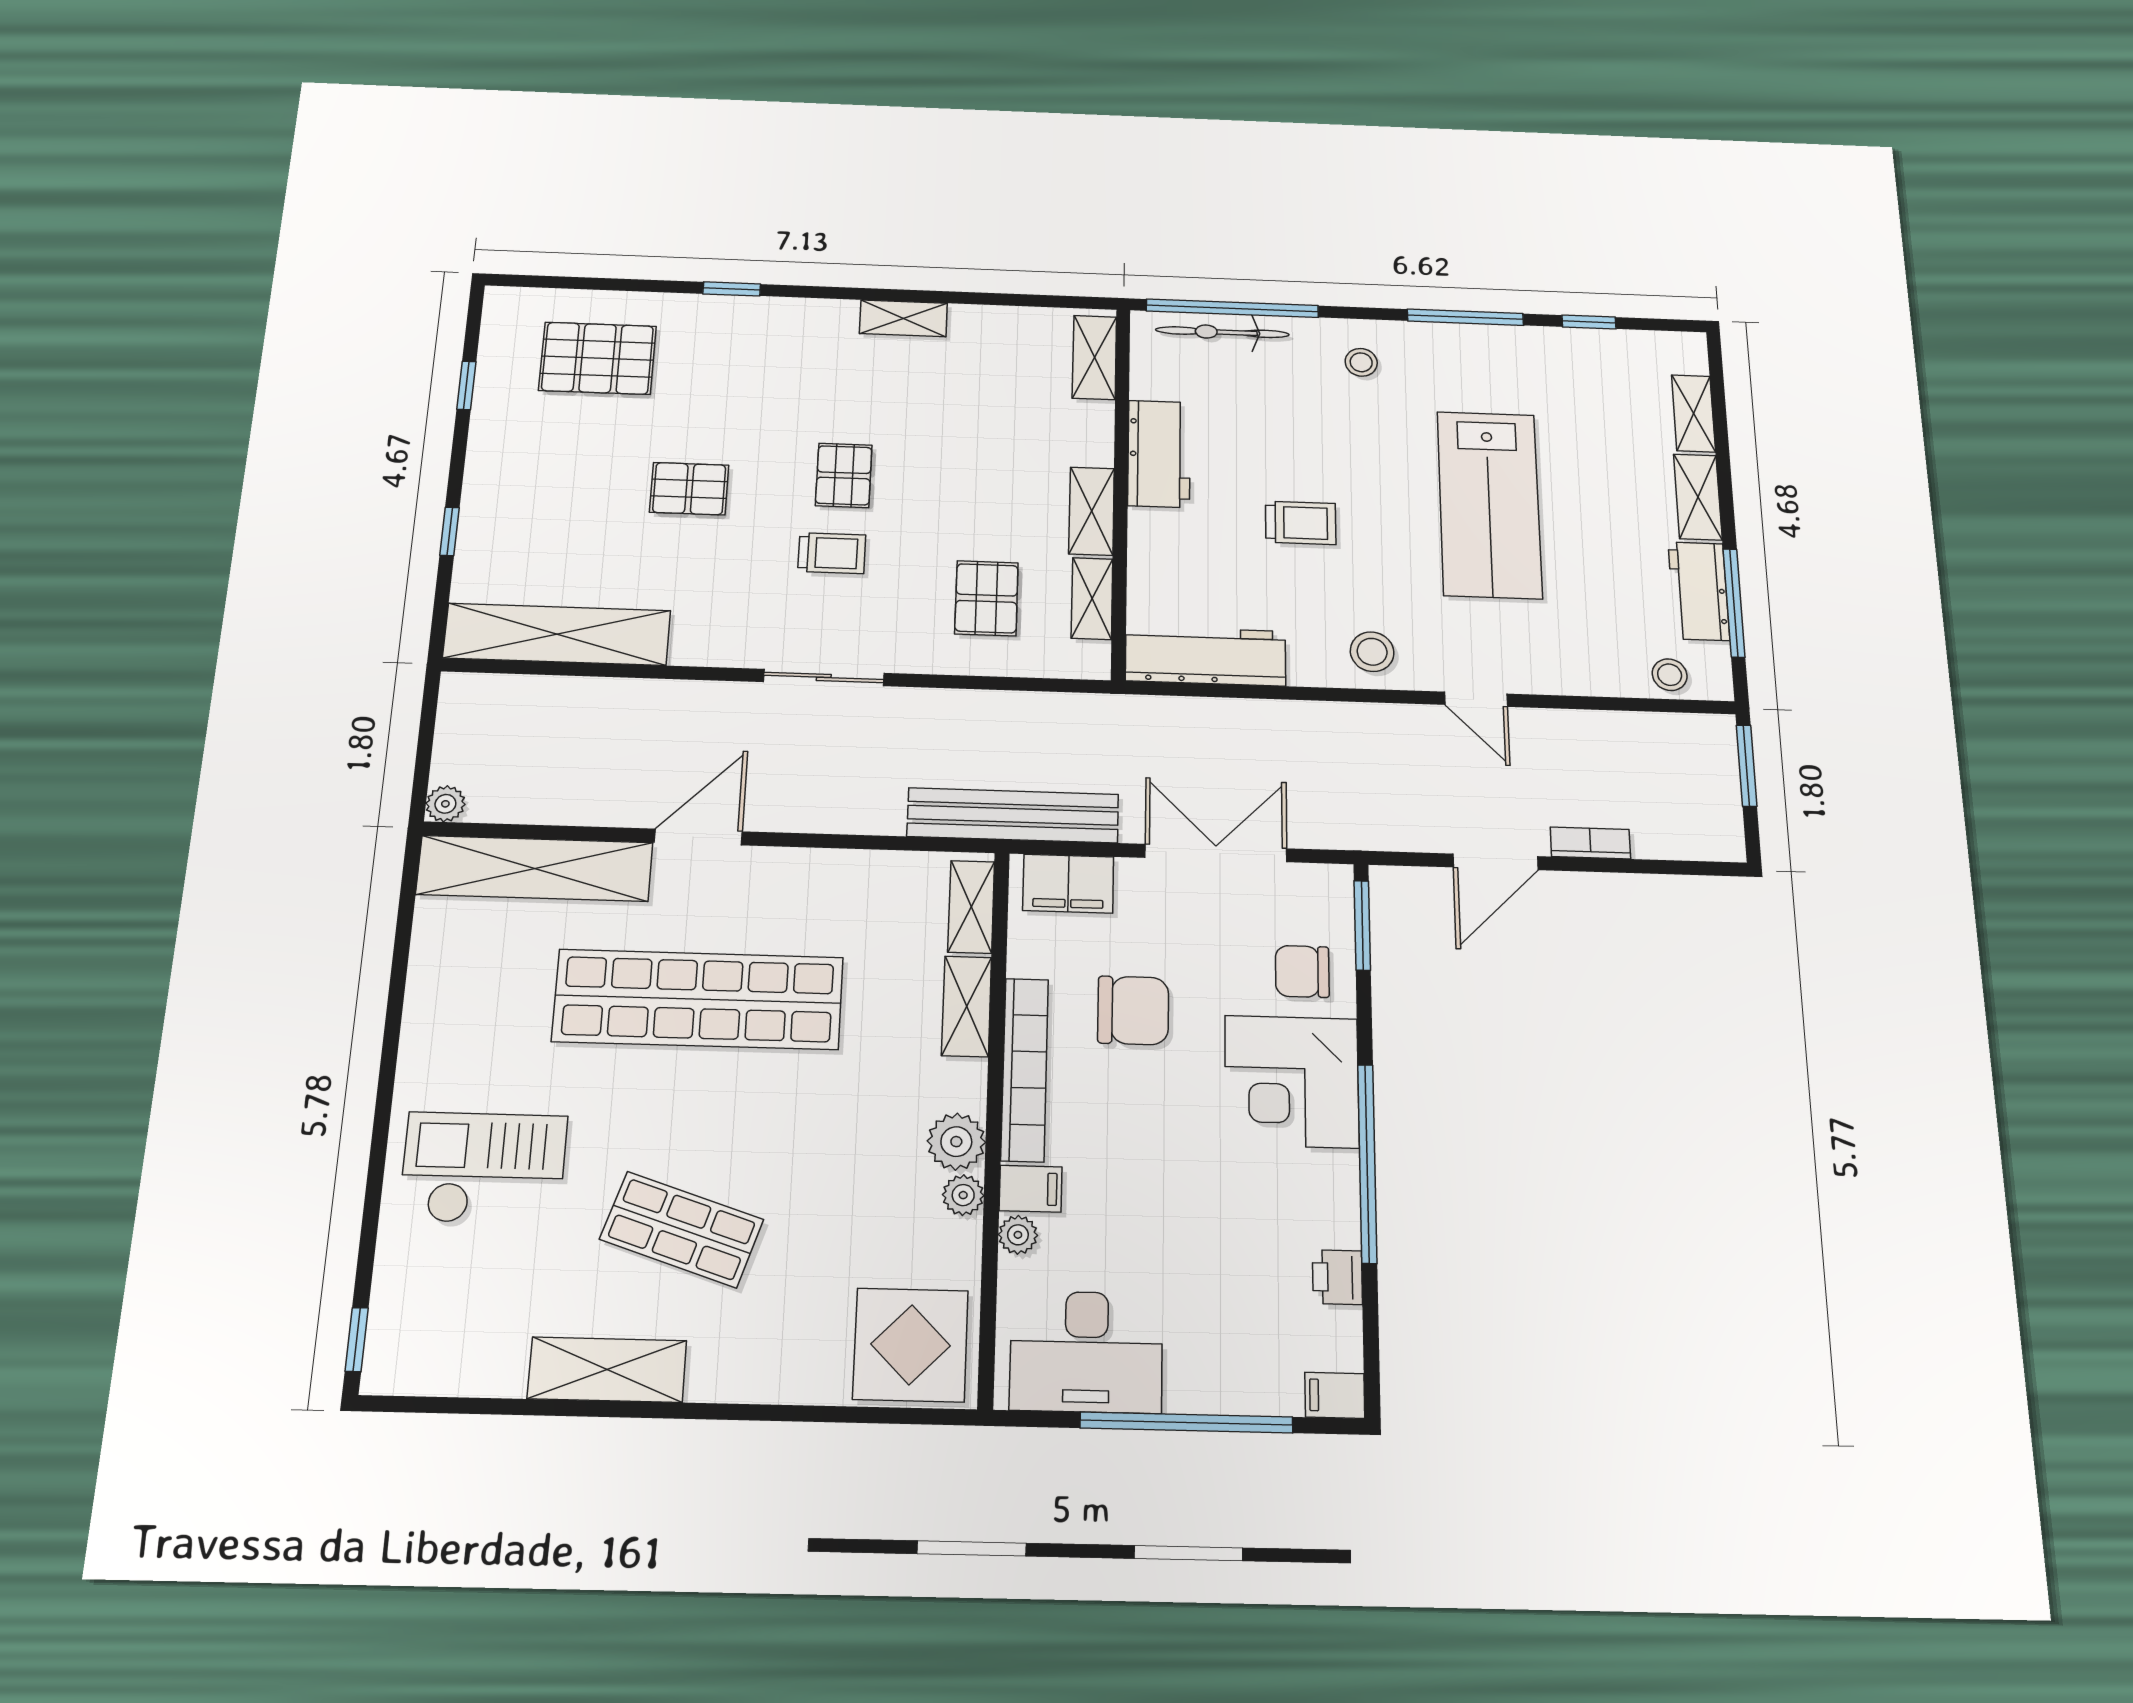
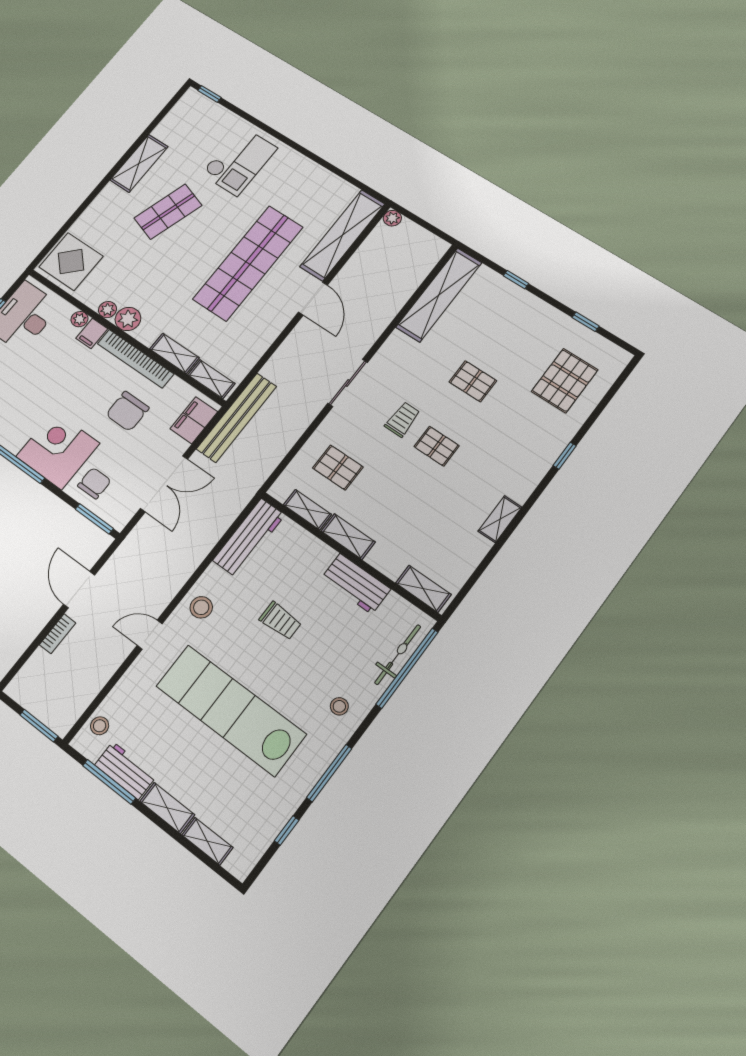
pallet: (689, 489) -> (473, 381), turned 90
lab bench: (1489, 504) -> (231, 710), width x1.36
trolley: (1301, 523) -> (280, 621), turned -90
trolley: (832, 553) -> (402, 419), turned 180

